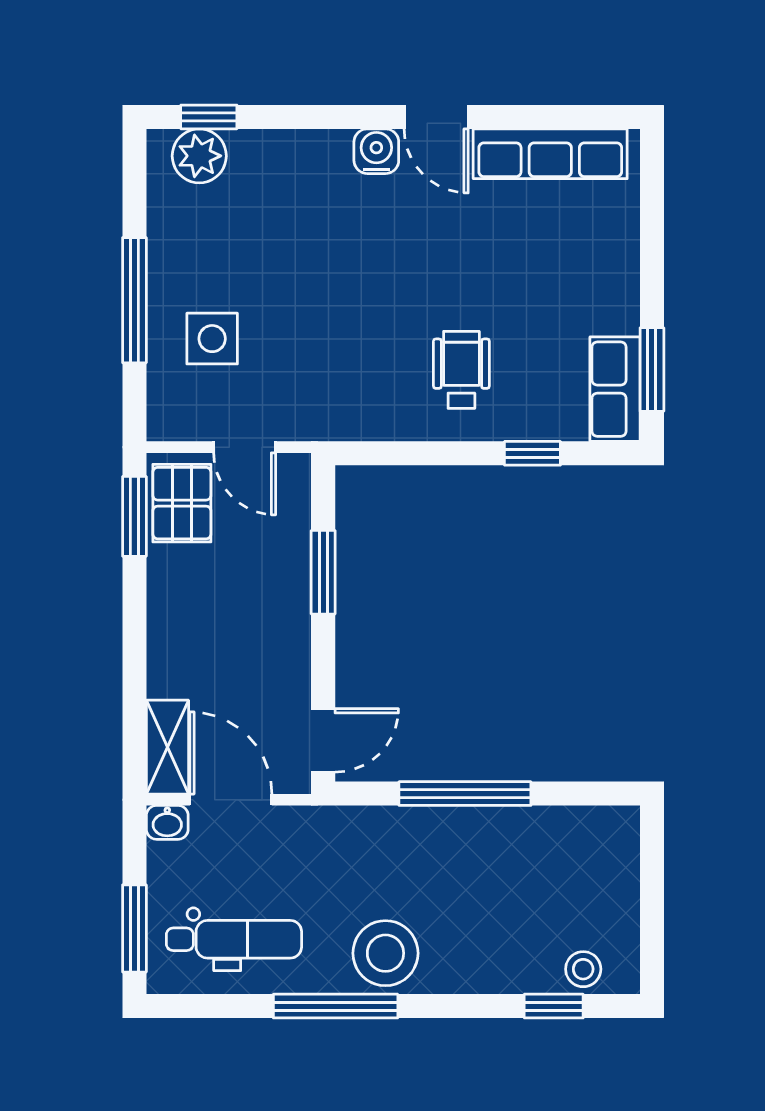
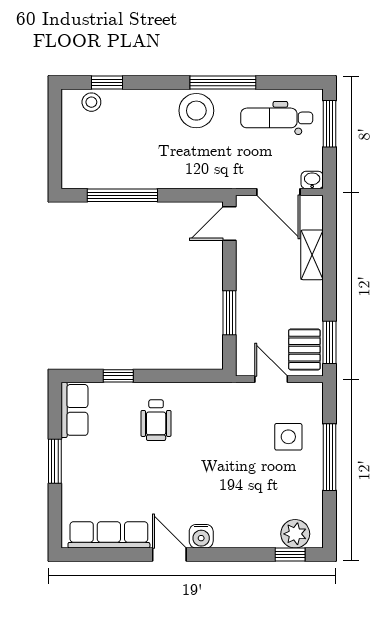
window: (652, 370) -> (55, 461), moved
shelving: (167, 747) -> (312, 255), moved
window: (465, 794) -> (122, 195), moved

